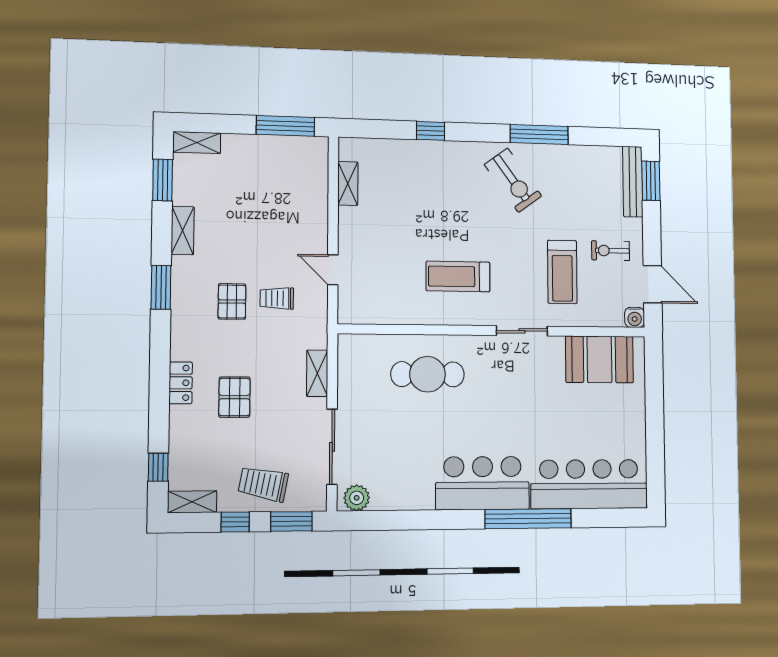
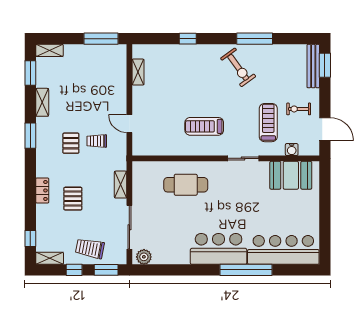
treadmill: (562, 272) -> (268, 123), turned 180
water cooler: (635, 317) -> (292, 150), moved

